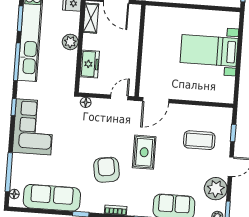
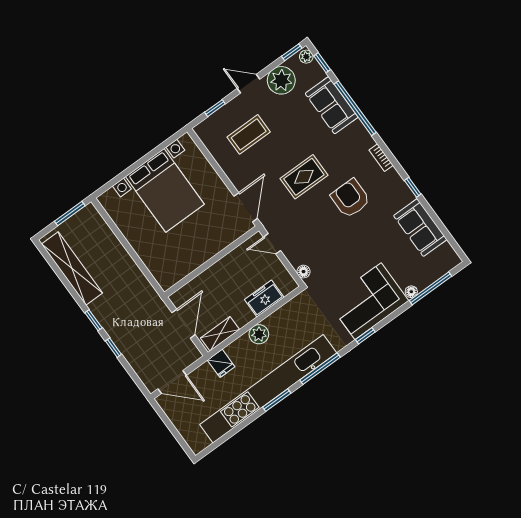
bed with nightstands: (209, 51) -> (165, 190), width x1.36
door: (156, 100) -> (246, 207), hinge flipped
coffee table: (199, 140) -> (249, 134), turned 90
armchair: (107, 170) -> (350, 198), turned 99
floor lamp: (14, 194) -> (411, 292), moved
sofa: (52, 198) -> (420, 228), width x0.73

